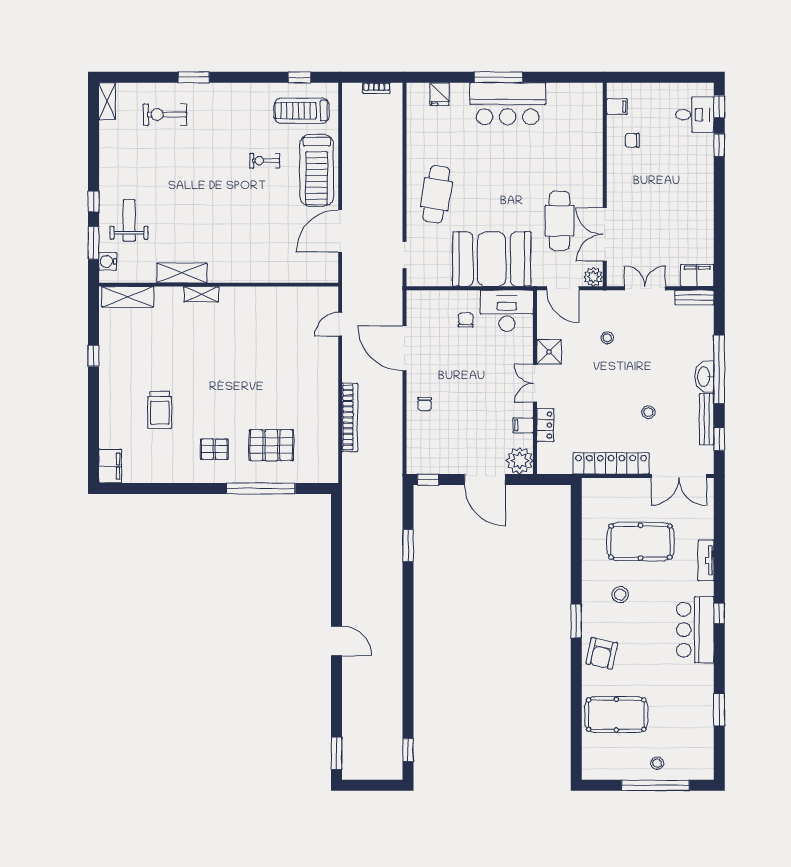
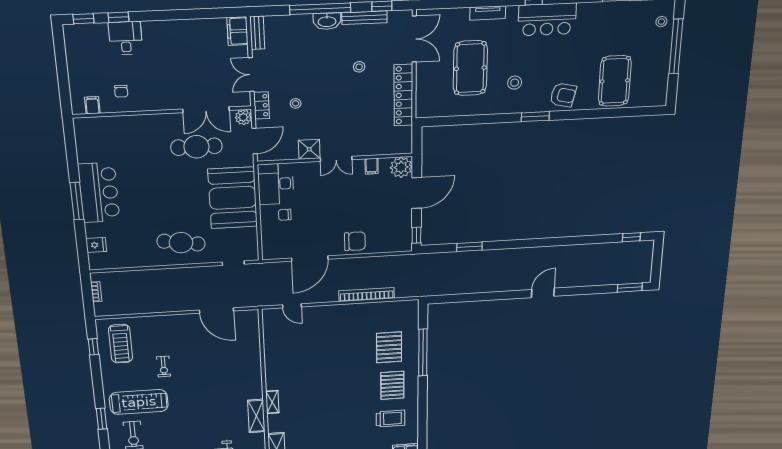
desk: (695, 115) -> (126, 38), moved
treadmill: (317, 170) -> (139, 402), moved
chair: (425, 404) -> (355, 241), width x1.87, depth x1.87
trolley: (160, 410) -> (390, 419), moved
locker: (545, 425) -> (262, 105), moved, turned 90
pallet: (214, 449) -> (392, 385), width x1.50, depth x1.42
stool: (657, 763) -> (661, 22), moved

